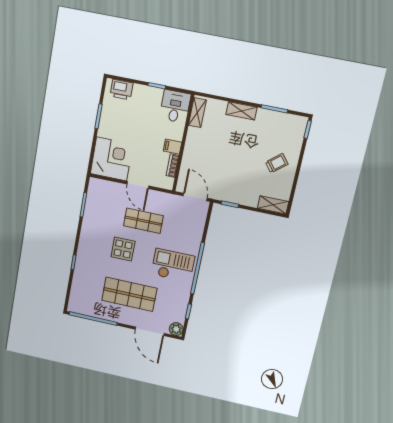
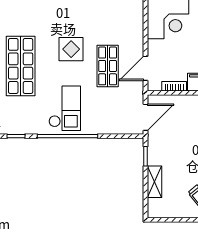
door: (138, 185) -> (146, 68), moved
shelving: (273, 205) -> (154, 182), moved

